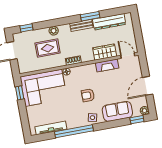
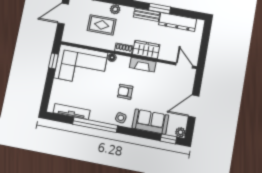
wardrobe: (105, 52) -> (146, 49), moved
fireplace: (107, 65) -> (143, 65), moved

